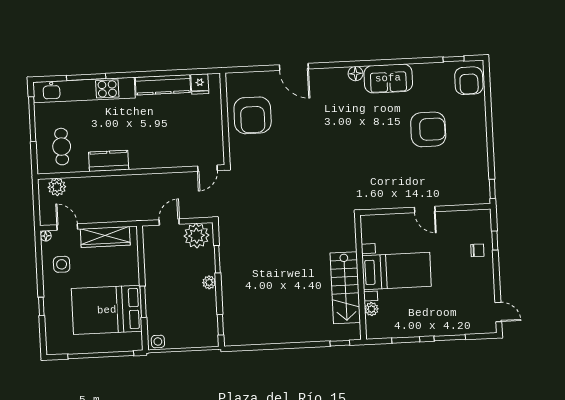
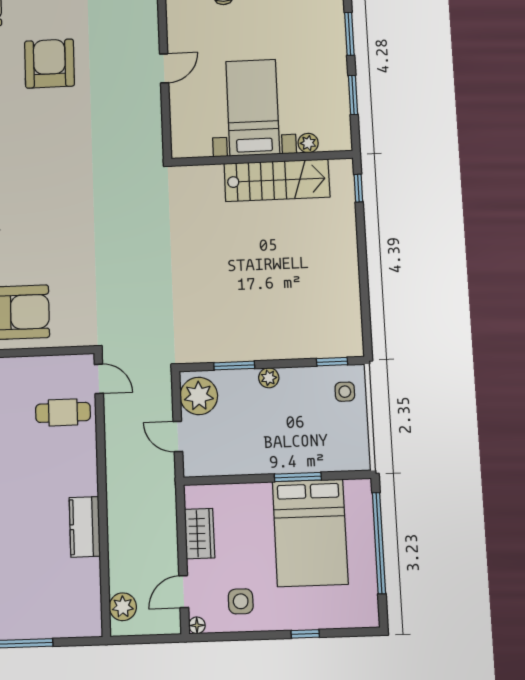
cafe table: (62, 147) -> (63, 412), moved
wardrobe: (105, 237) -> (199, 534), width x0.67
side table: (158, 341) -> (345, 392), moved

